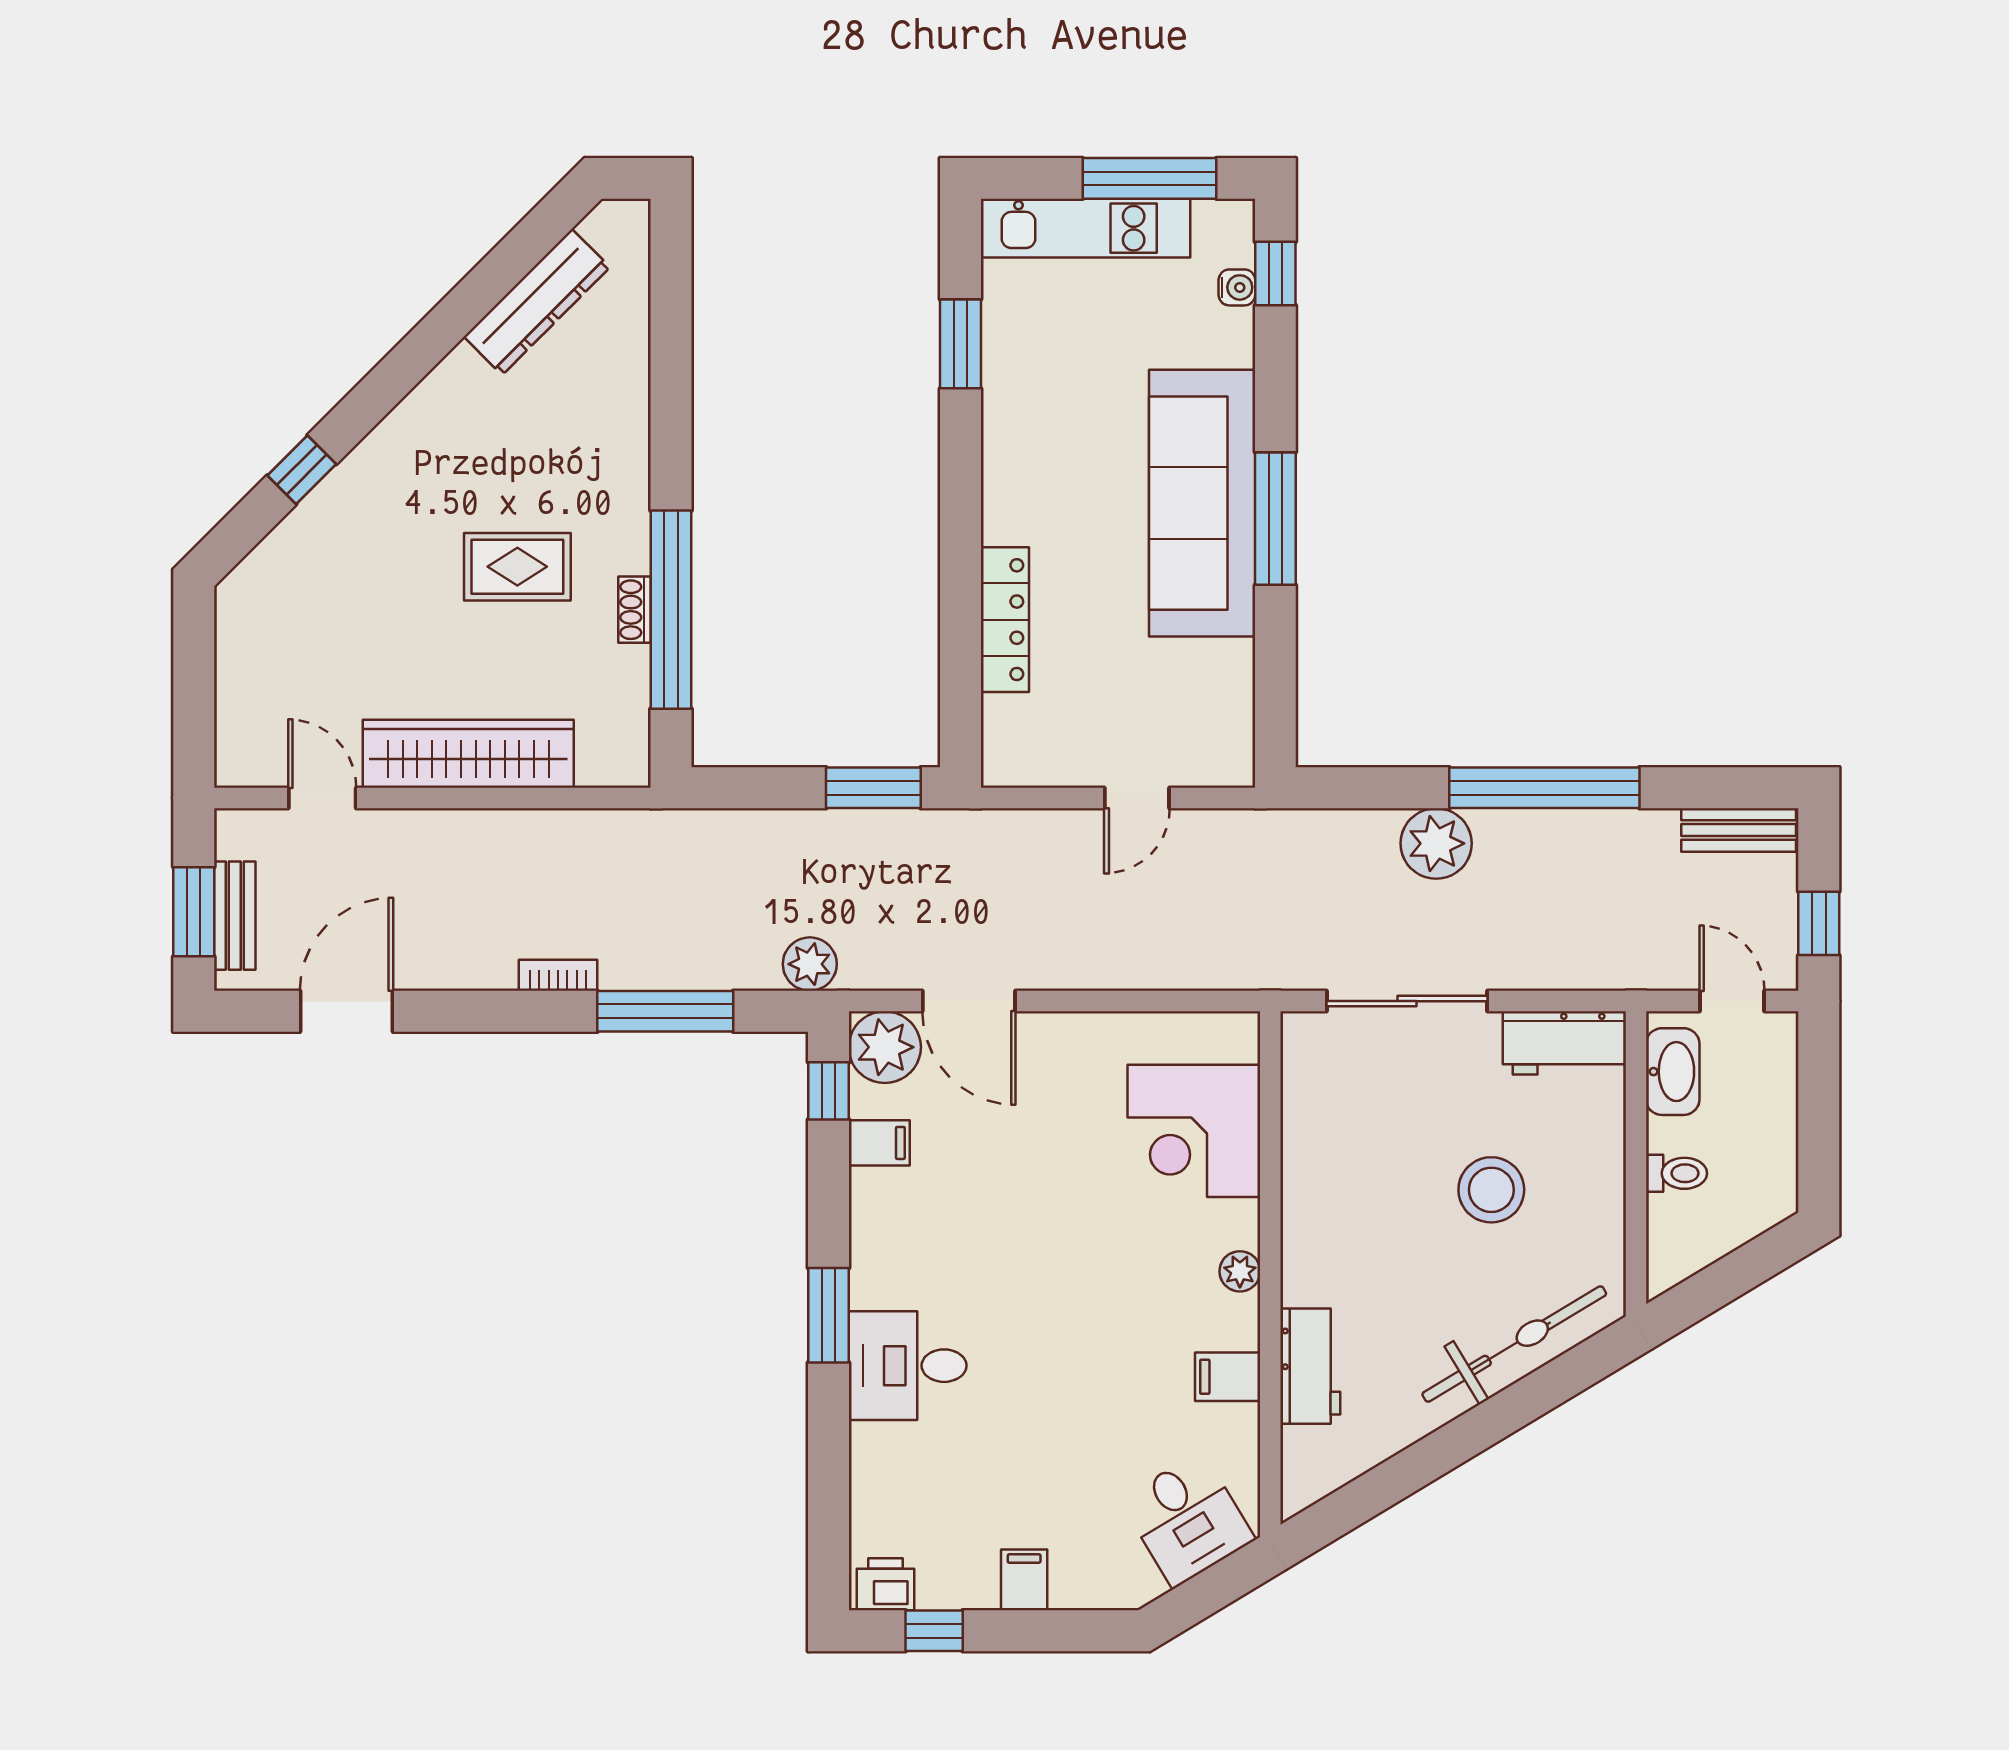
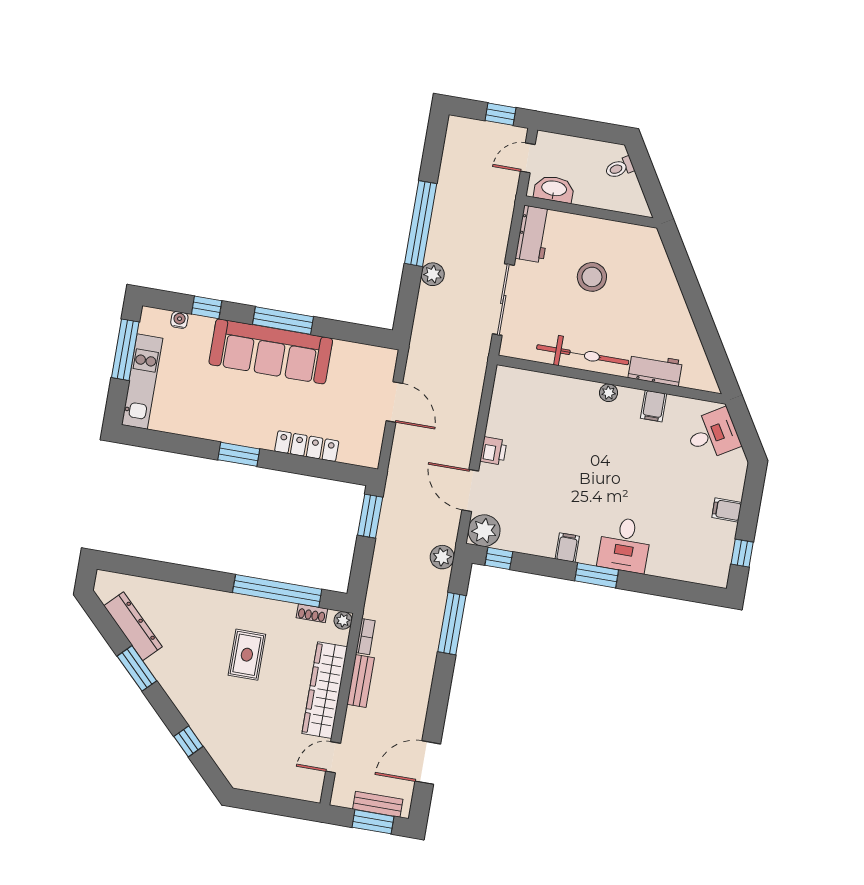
window: (1275, 274) -> (207, 307), moved
window: (444, 327) -> (137, 668), added
window: (961, 344) -> (239, 454), moved
shoe rack: (635, 610) -> (312, 613), moved
plant: (631, 768) -> (343, 620), added
door: (1137, 798) -> (394, 402), width x1.38
bench: (1739, 830) -> (361, 681), moved
plant: (1436, 843) -> (433, 274), width x0.73, depth x0.73
bookcase: (558, 975) -> (365, 637), moved, turned 180
door: (969, 1001) -> (470, 490), swing flipped
door: (347, 1011) -> (428, 763), hinge flipped
corner desk: (1194, 1131) -> (544, 402), removed
filing cabinet: (879, 1143) -> (567, 548), moved
toilet: (1676, 1173) -> (620, 168), moved, turned -121
bicycle: (1514, 1344) -> (583, 355), moved, turned 121
printer: (885, 1584) -> (493, 451), moved, turned 180

